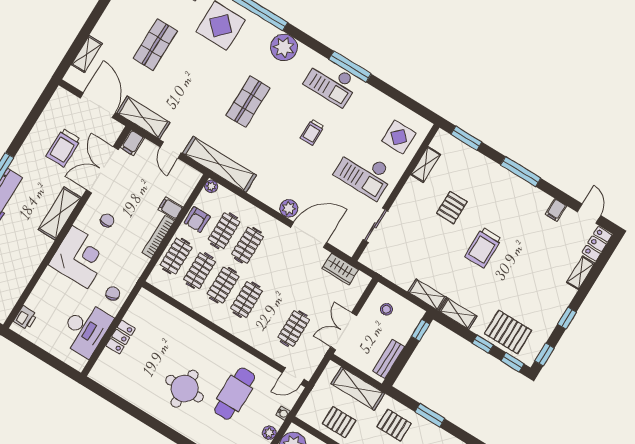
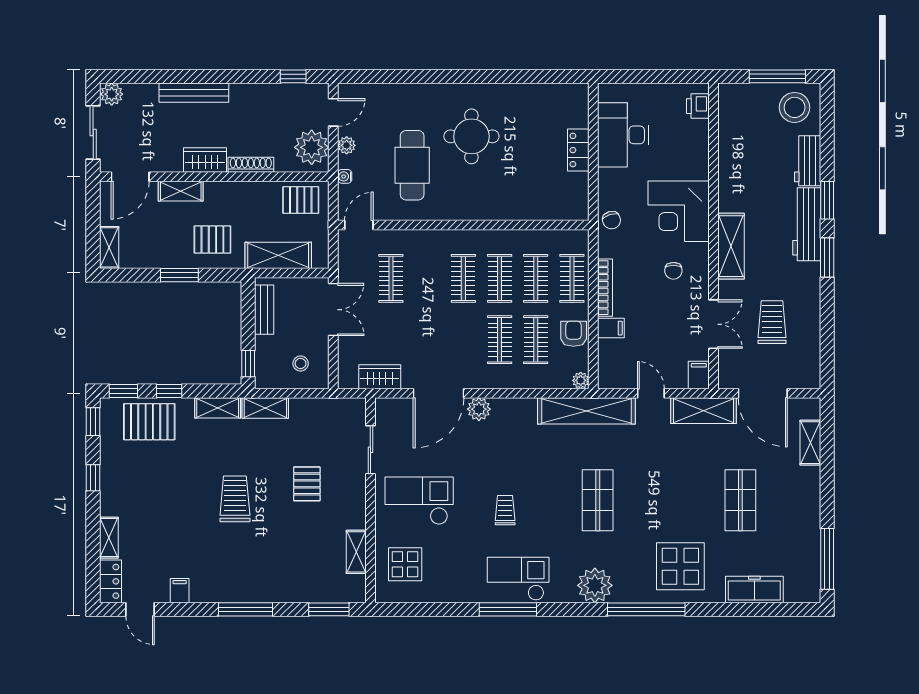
double door: (102, 170) -> (713, 324), width x0.73
pallet: (452, 208) -> (307, 484), moved
chair: (113, 294) -> (611, 220), moved
pallet: (339, 422) -> (301, 200), moved

